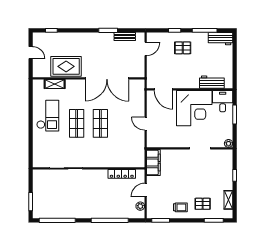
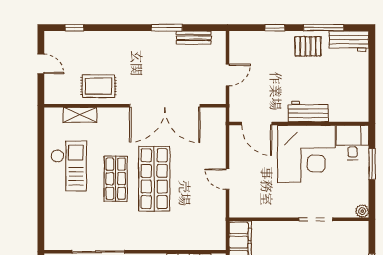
pallet: (183, 48) -> (308, 46), moved
door: (146, 49) -> (227, 75), moved
rug: (66, 66) -> (98, 86), width x0.73, depth x0.70
workbench: (212, 82) -> (308, 112), moved
shop shelf: (100, 123) -> (154, 179), width x1.43, depth x1.36

